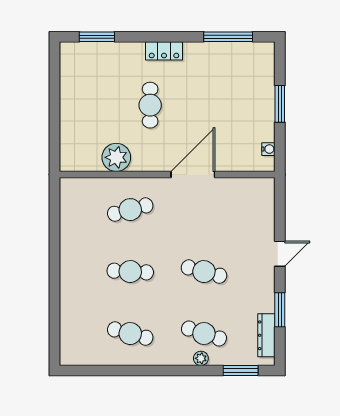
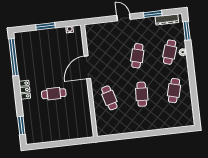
window: (228, 37) -> (13, 57), width x1.46
plant: (116, 157) -> (83, 108), removed
door: (193, 175) -> (87, 67), hinge flipped

